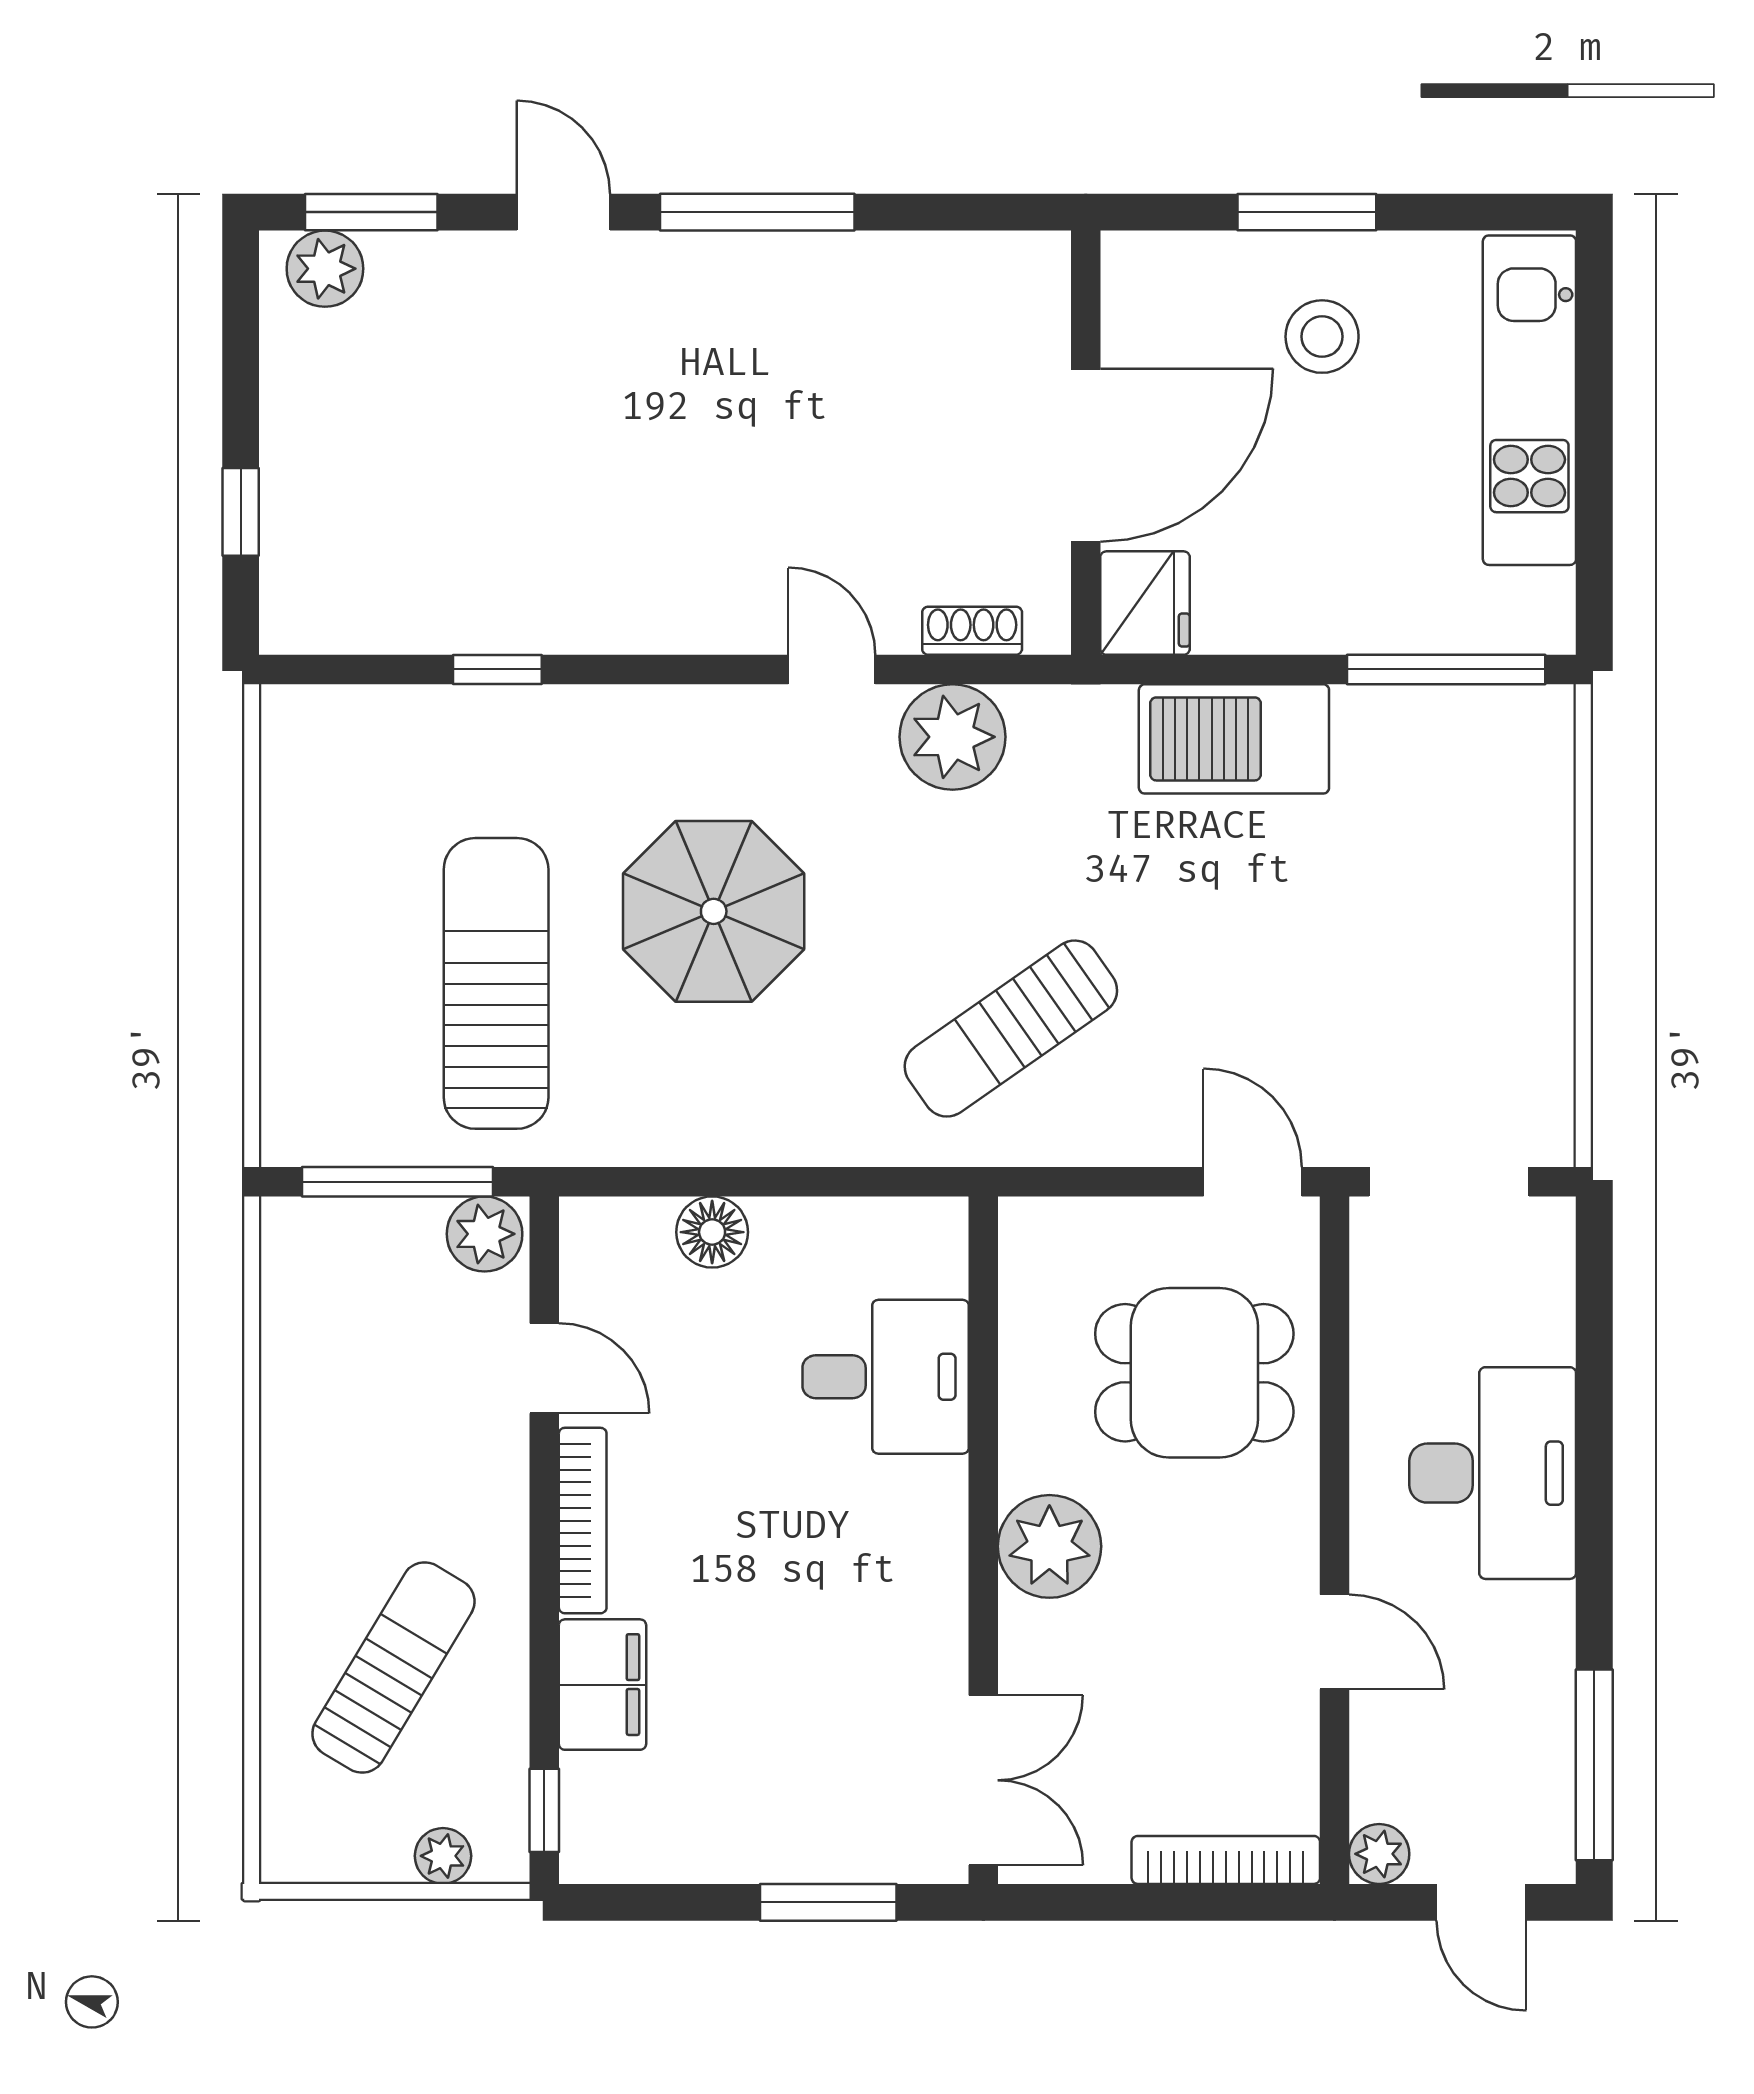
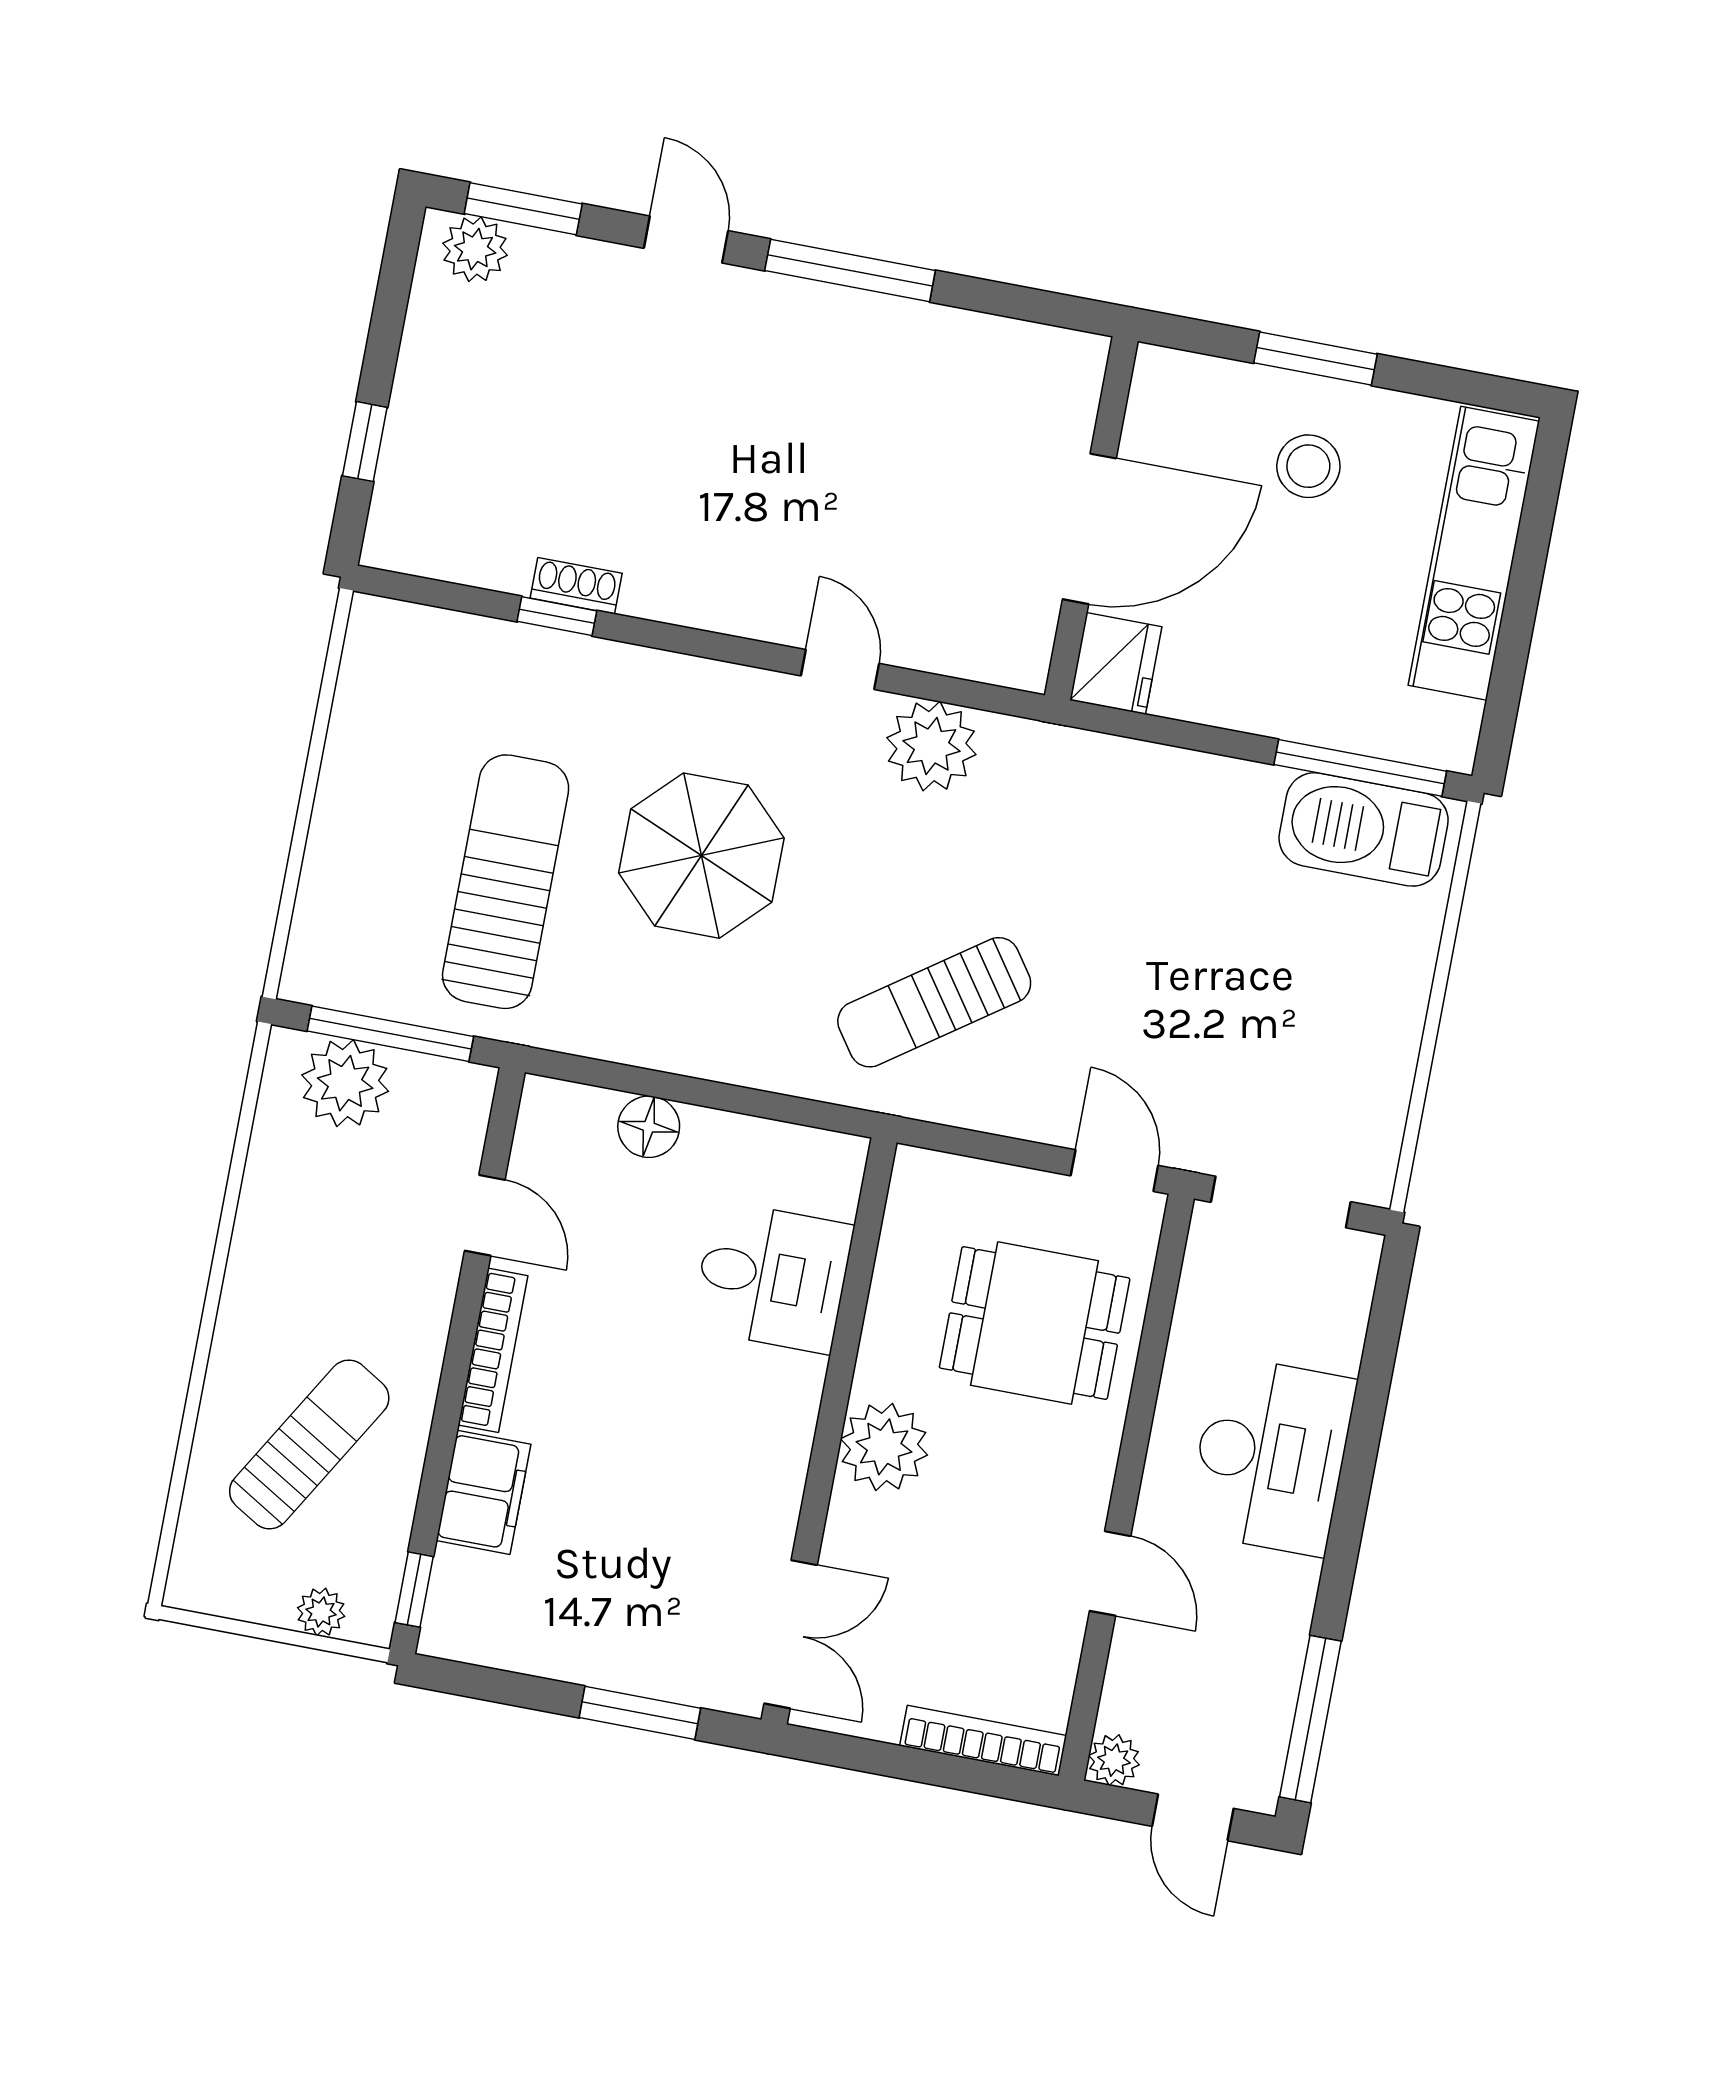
shoe rack: (972, 631) -> (576, 586), moved
barbecue: (1234, 739) -> (1364, 829), moved
plant: (485, 1234) -> (345, 1083), moved, width x1.36, depth x1.36

